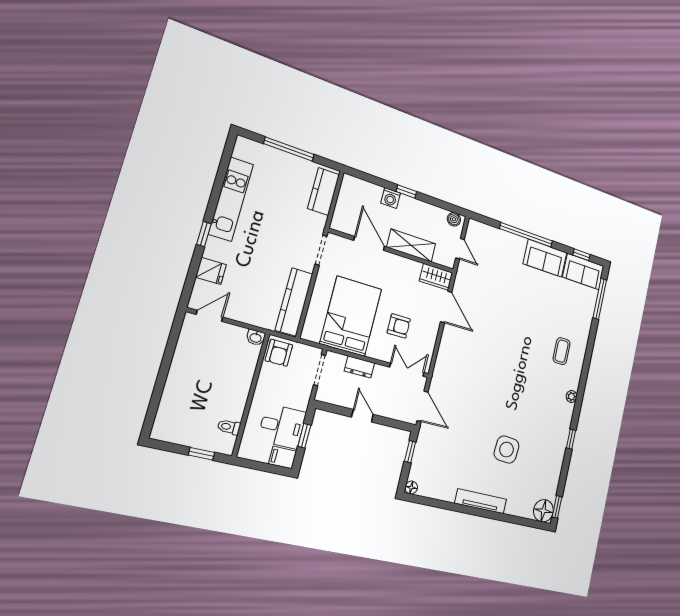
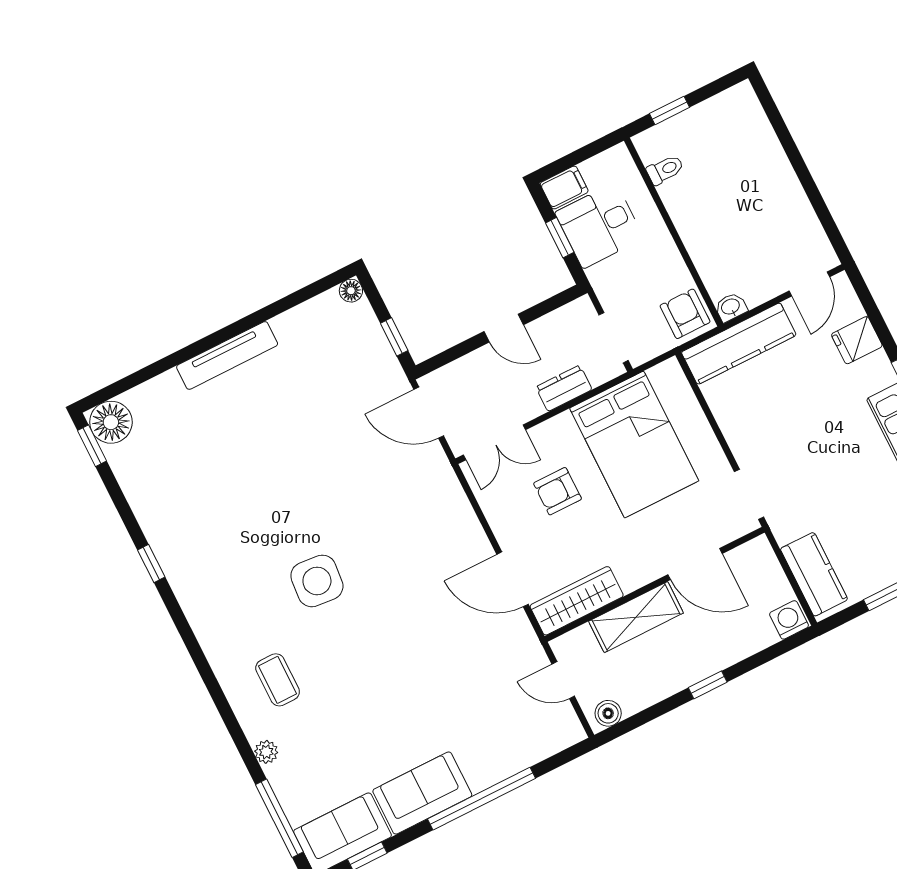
washing machine: (391, 198) -> (789, 620), moved
wardrobe: (436, 277) -> (577, 601), width x1.50
kitchen counter: (294, 302) -> (739, 344), moved, turned 90
plant: (572, 397) -> (266, 752), moved
side table: (507, 450) -> (317, 581), moved

